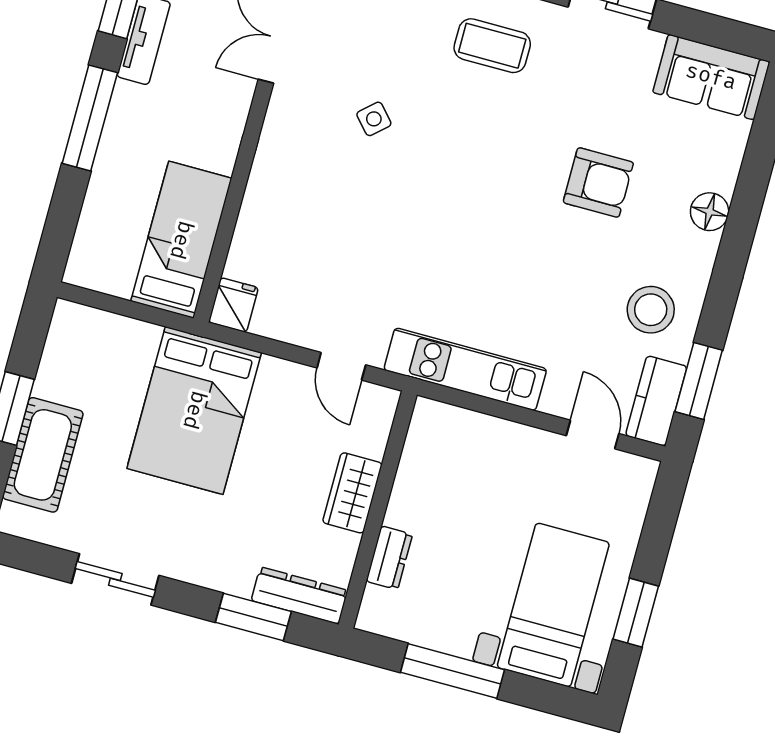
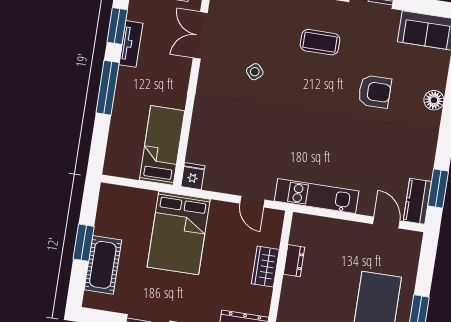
coffee table: (492, 46) -> (320, 42), moved
stool: (651, 310) -> (409, 154), removed
dresser: (389, 558) -> (294, 261), moved

